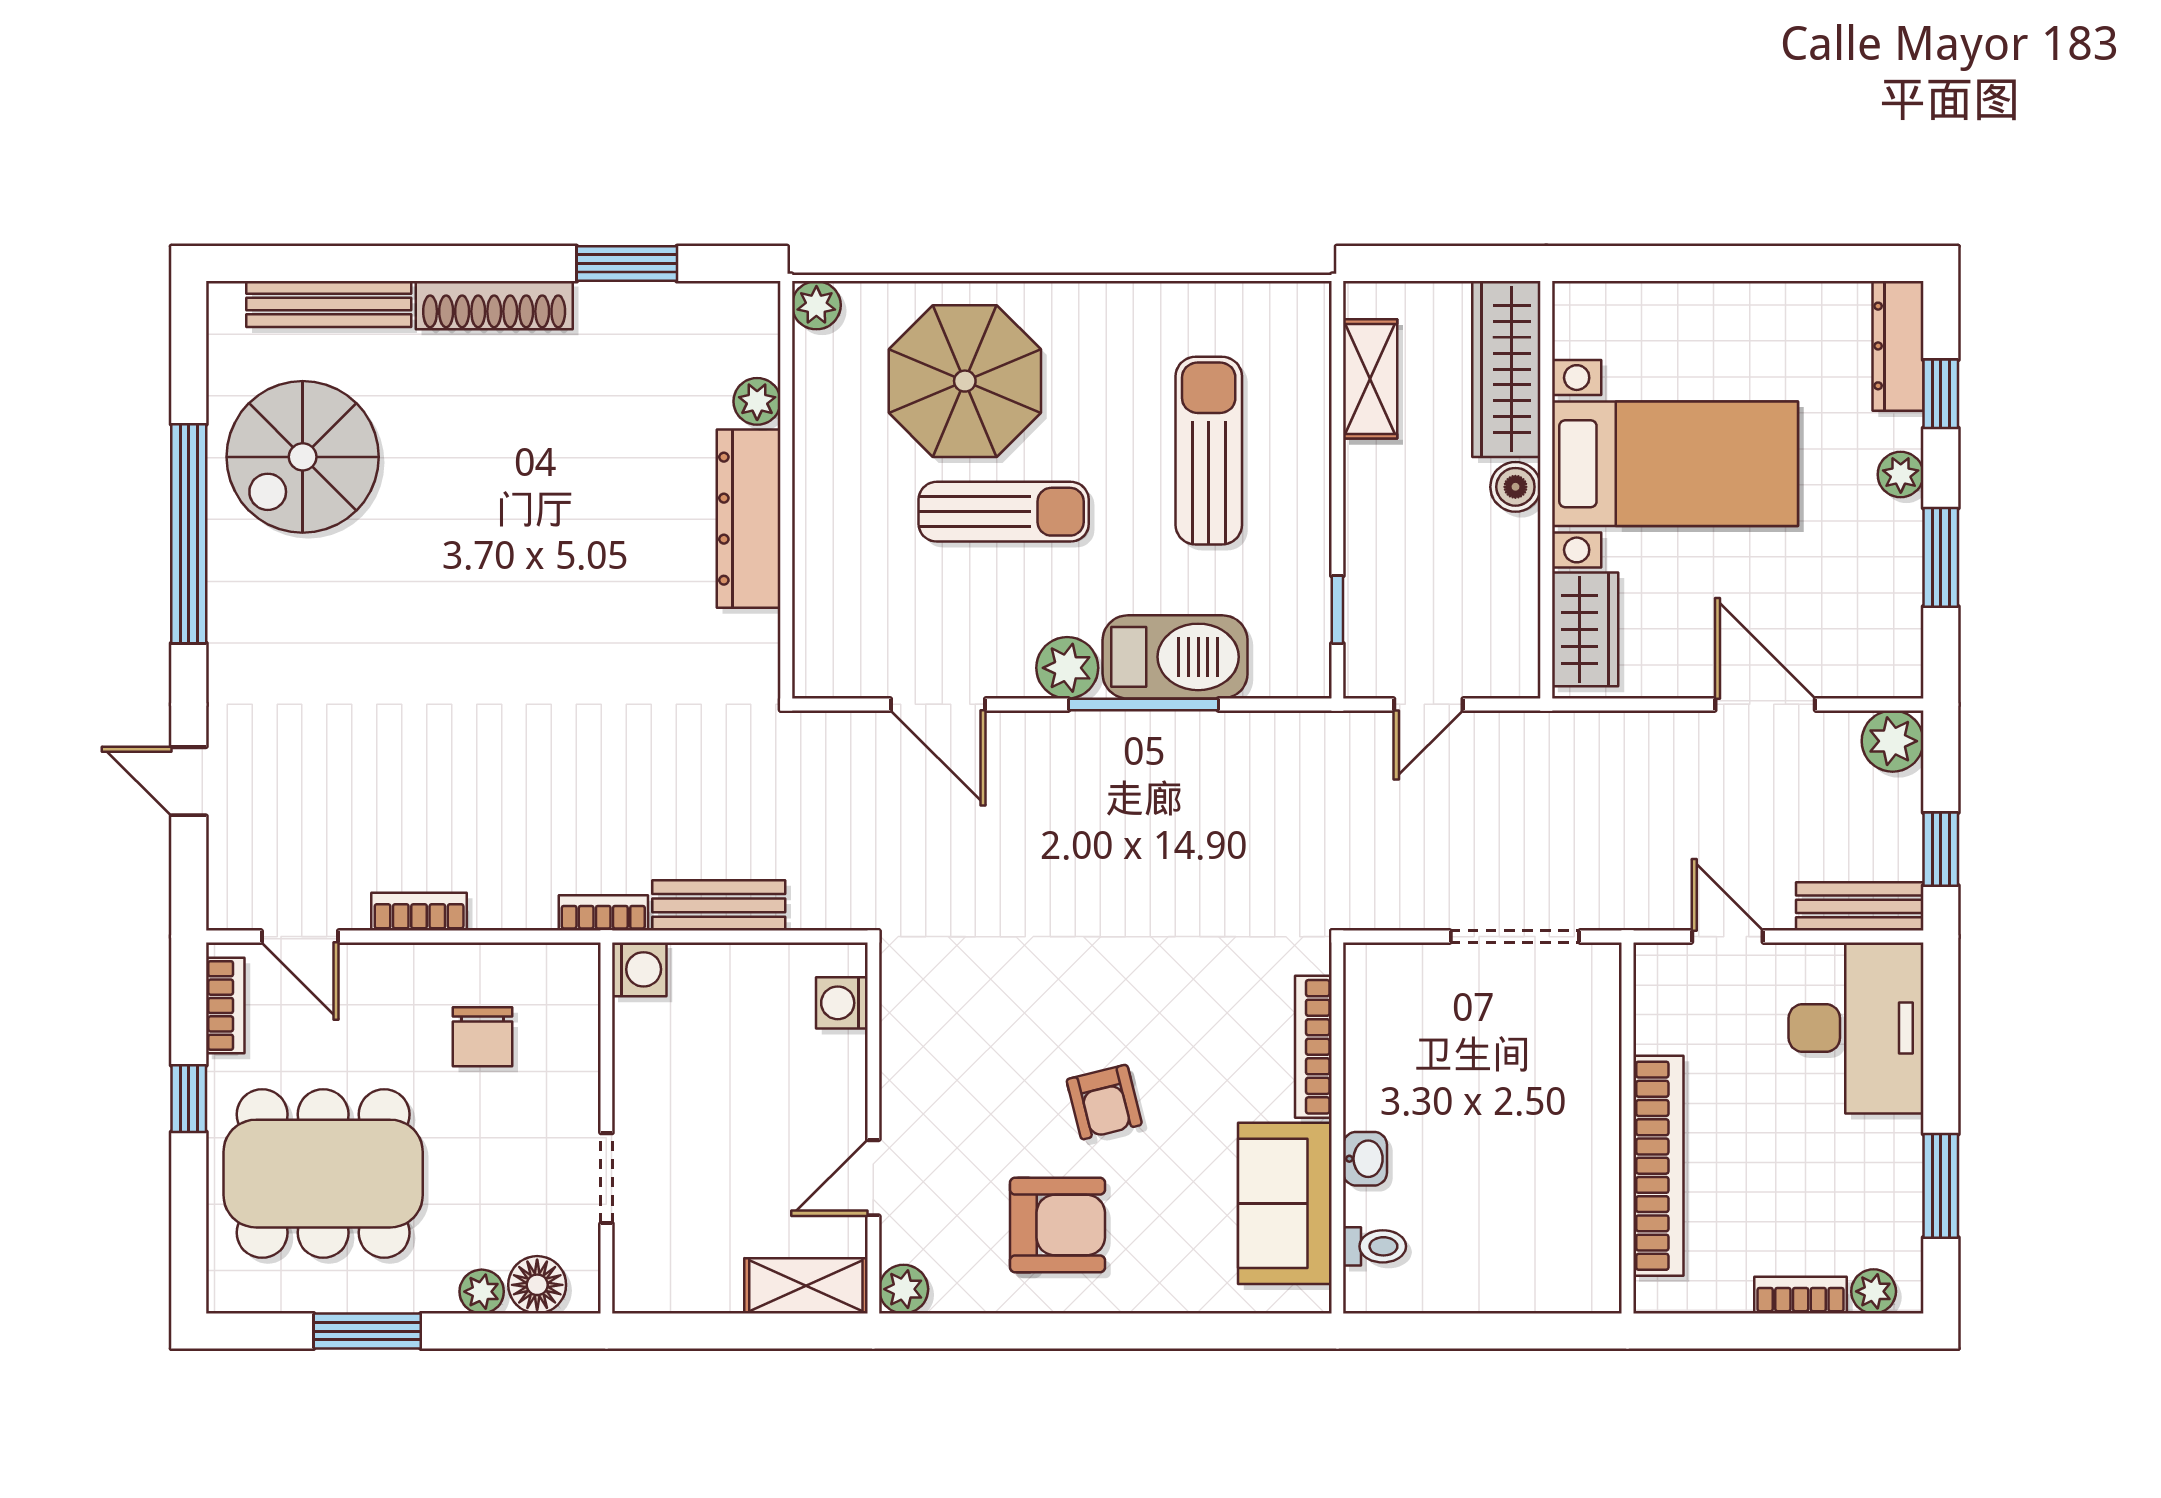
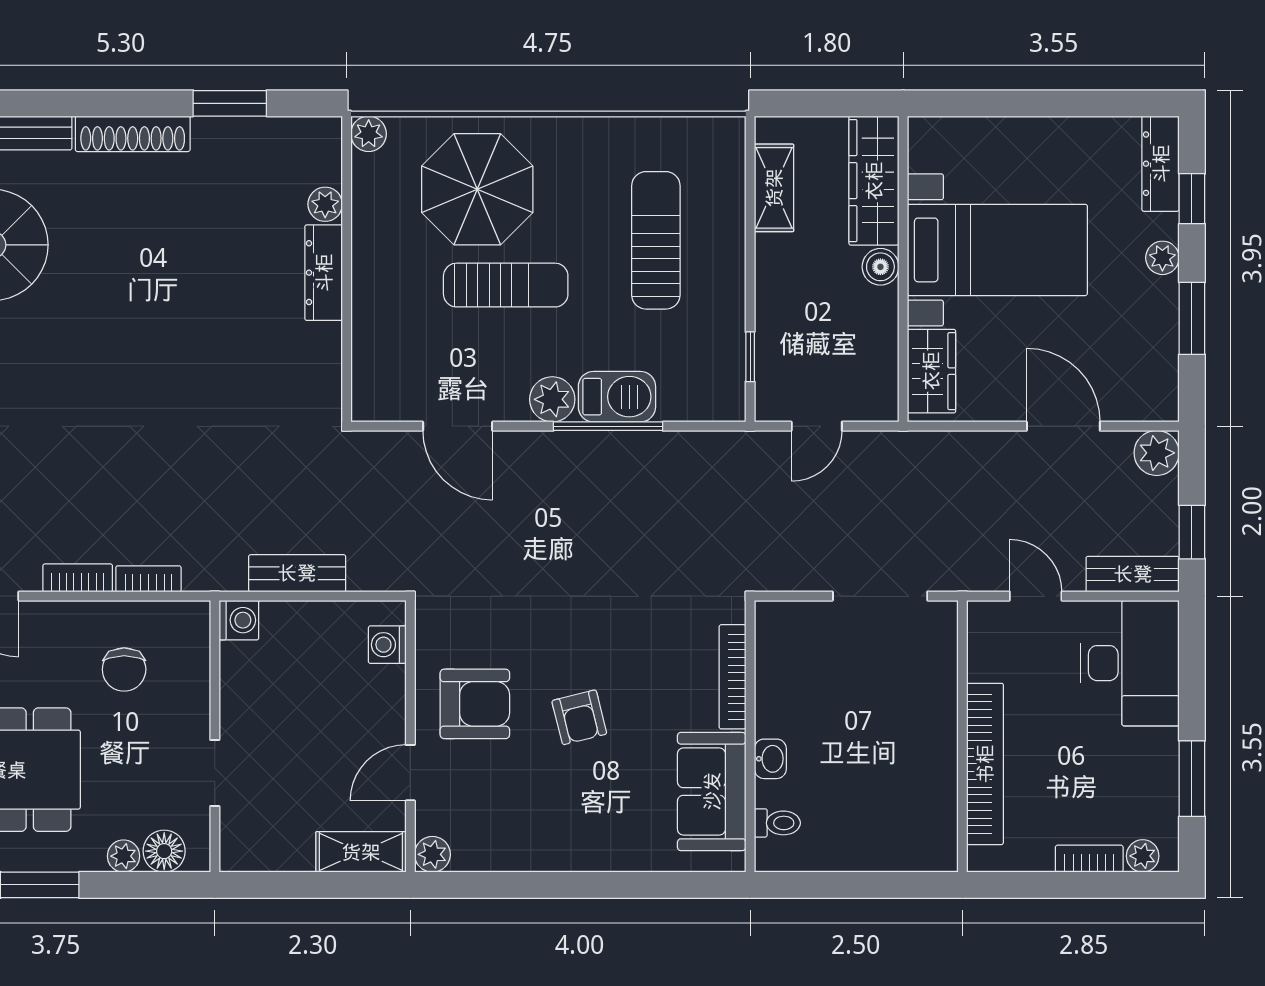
dresser: (749, 519) -> (324, 273), width x0.73, depth x0.80
barbecue: (1175, 657) -> (617, 397), width x0.73, depth x0.83
bookcase: (603, 913) -> (148, 579), moved
armchair: (1057, 1225) -> (475, 704), moved

